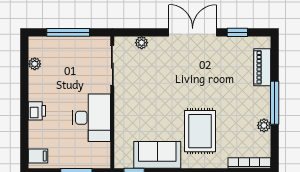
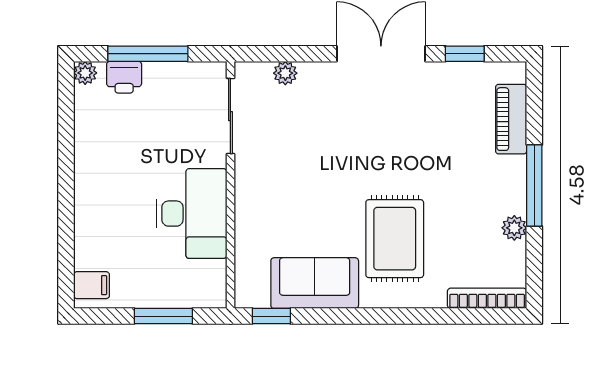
plant: (35, 64) -> (85, 73), moved
printer: (37, 111) -> (124, 77), moved, turned 90

